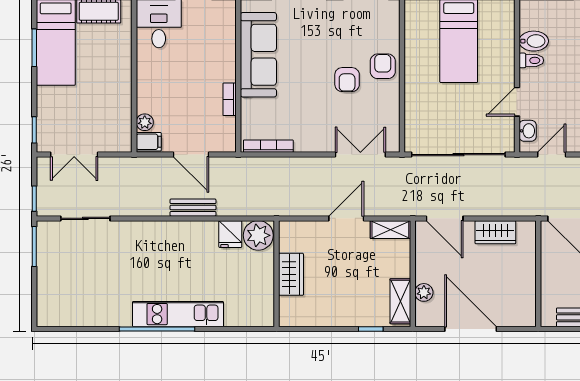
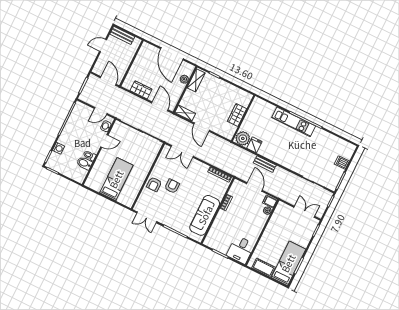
door: (346, 218) -> (202, 127), hinge flipped
dishwasher: (49, 282) -> (342, 162), added

